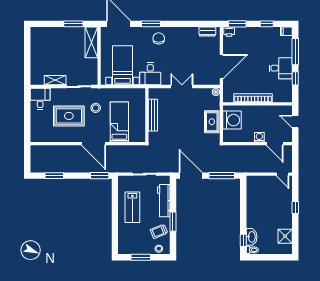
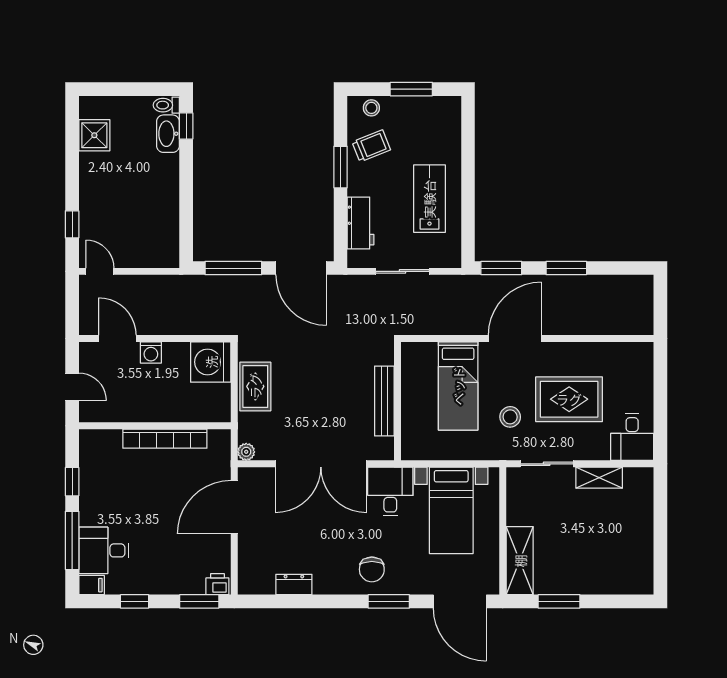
dresser: (207, 32) -> (294, 584), moved
desk: (281, 68) -> (104, 550), moved
double door: (182, 87) -> (321, 464), width x1.87
washing machine: (232, 120) -> (211, 362), moved
door: (94, 144) -> (515, 338), hinge flipped
window: (54, 176) -> (566, 268), moved
workbench: (164, 201) -> (361, 223), width x0.73
window: (295, 208) -> (72, 224), moved

